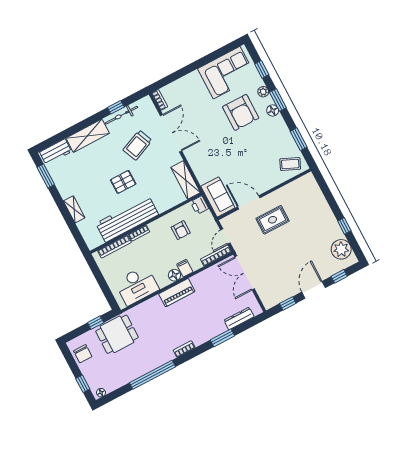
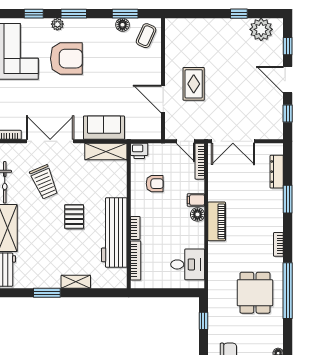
floor lamp: (273, 110) -> (122, 25), moved
window: (46, 176) -> (47, 293), moved
sofa: (218, 197) -> (104, 128), moved
door: (249, 202) -> (163, 99), hinge flipped
desk: (137, 285) -> (188, 264), width x0.73
dining table: (117, 334) -> (255, 293), moved

